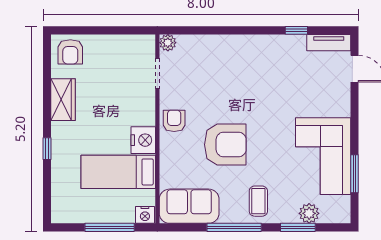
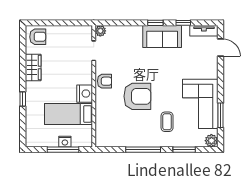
window: (253, 30) -> (155, 23), added
armchair: (70, 52) -> (38, 37), turned -90
armchair: (174, 121) -> (104, 81), turned 90
coffee table: (258, 201) -> (167, 122), moved
sofa: (189, 206) -> (162, 37), moved, turned 180
plant: (309, 213) -> (211, 141), moved
nightstand: (145, 215) -> (65, 142), moved

